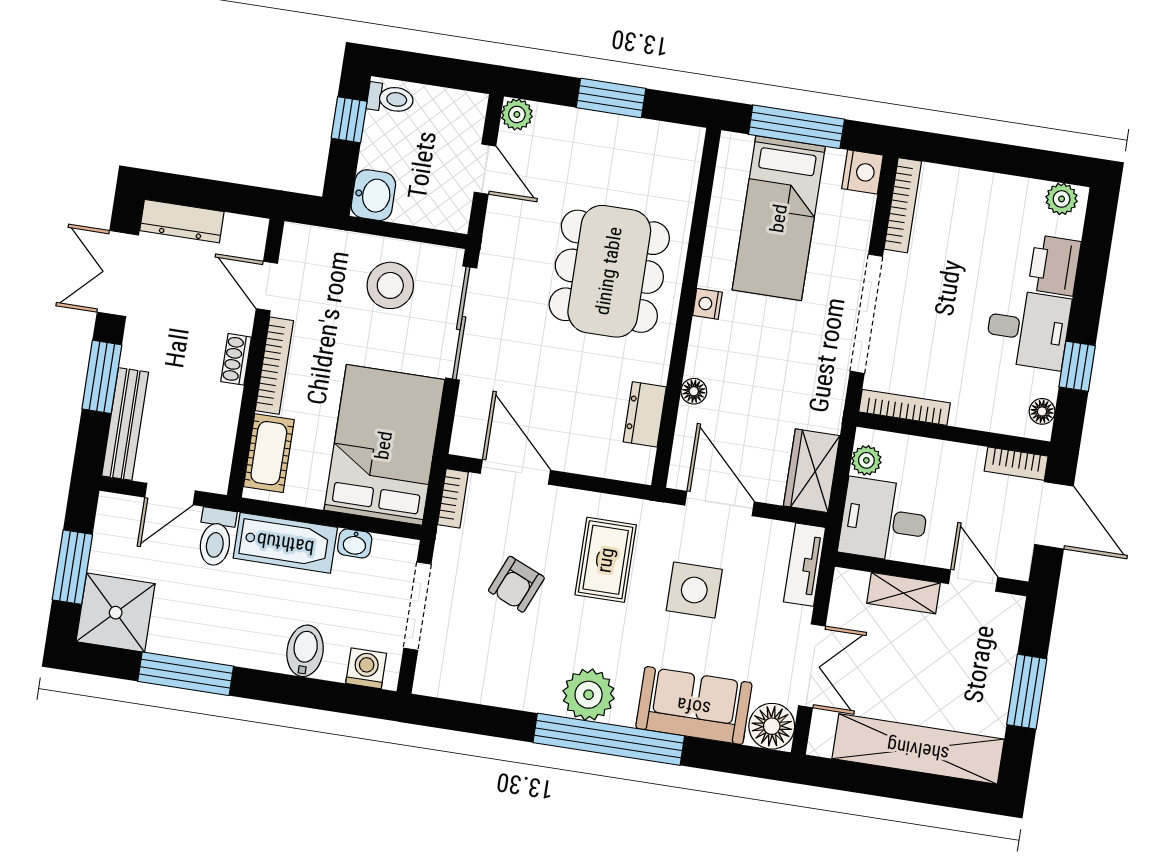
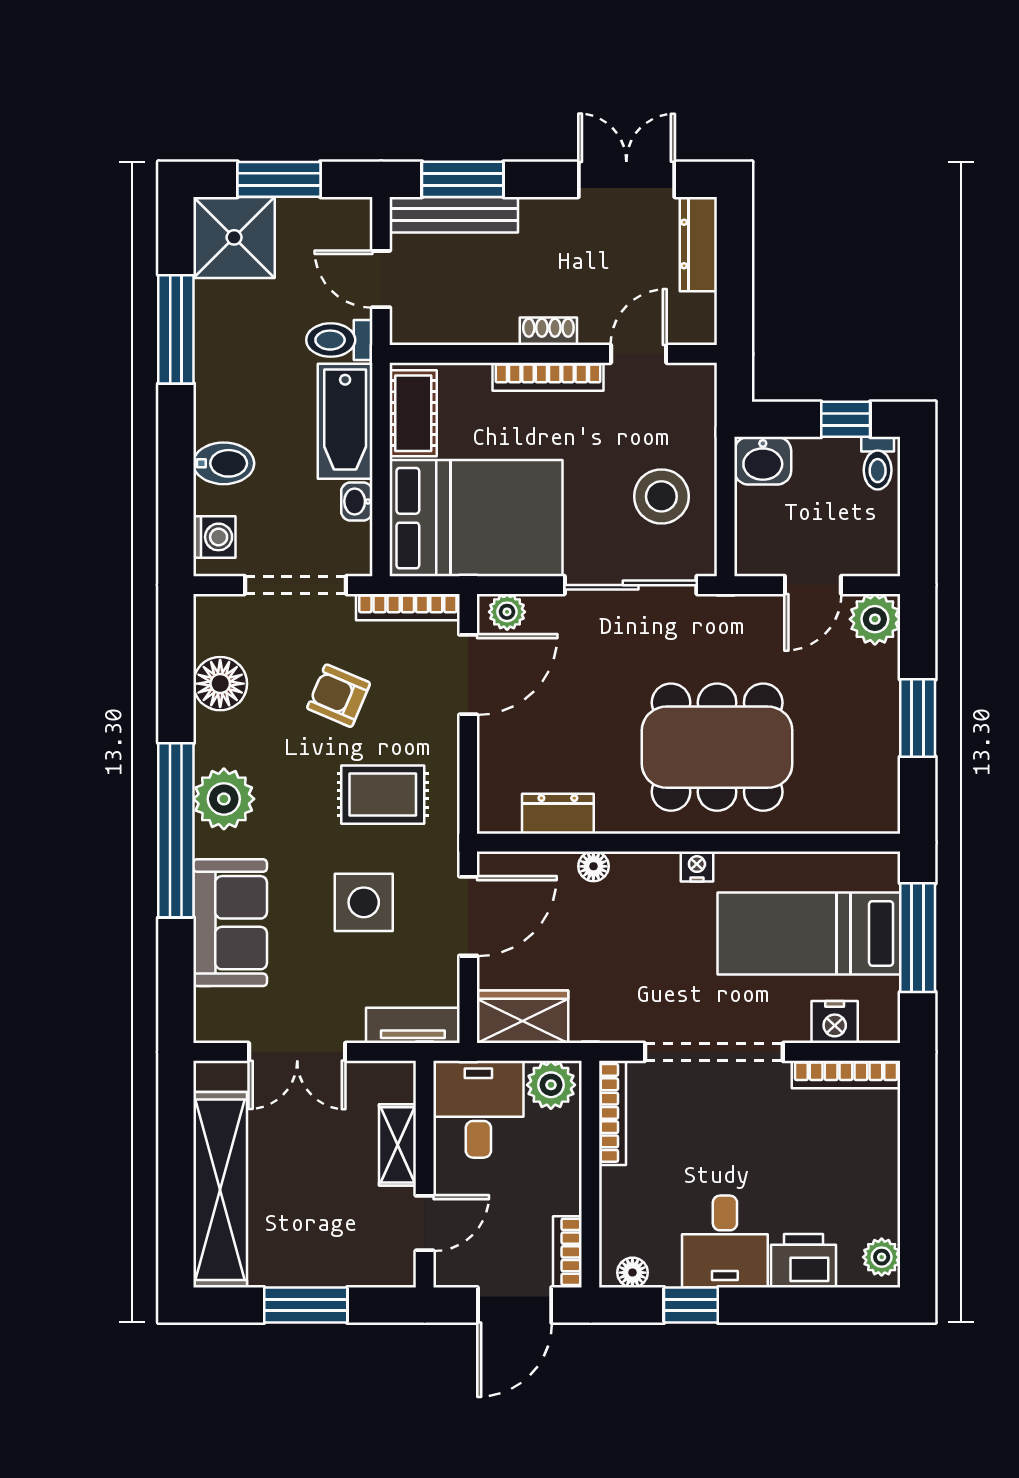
plant: (517, 114) -> (875, 619), width x1.38, depth x1.38
nightstand: (862, 172) -> (835, 1022), moved
window: (102, 377) -> (463, 179), moved
plant: (468, 431) -> (507, 612), added
cot: (269, 453) -> (413, 413), moved, turned 90
plant: (866, 460) -> (551, 1085), width x1.38, depth x1.38
bookcase: (453, 498) -> (408, 607), width x1.56
floor lamp: (772, 726) -> (220, 684), moved

